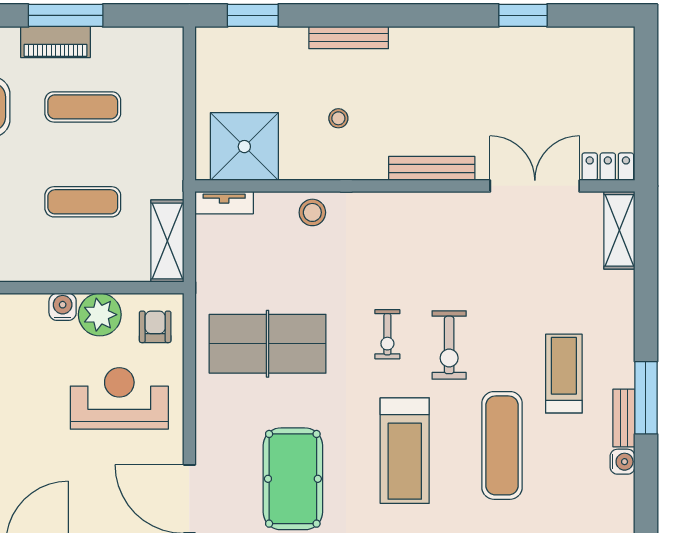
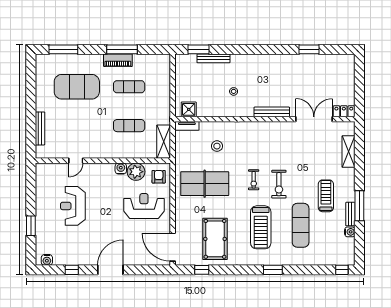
bench: (349, 38) -> (213, 58), moved
shower: (244, 147) -> (189, 109), width x0.54, depth x0.54
stool: (312, 212) -> (217, 146), moved
shelving: (619, 230) -> (349, 152), moved

